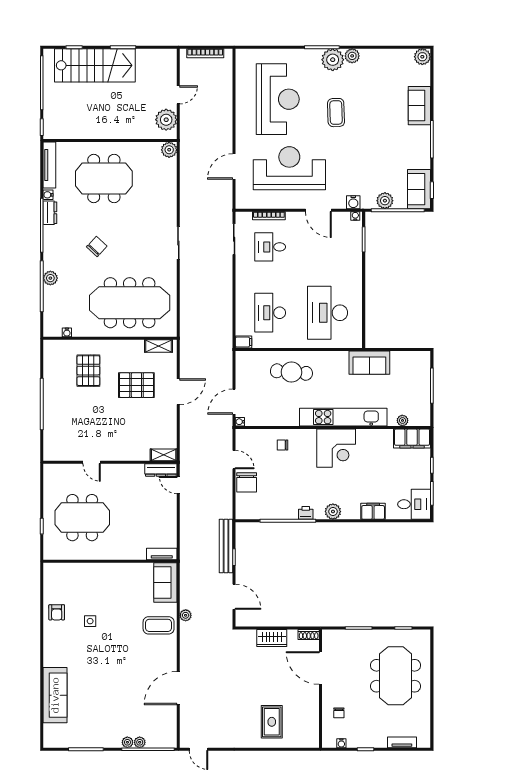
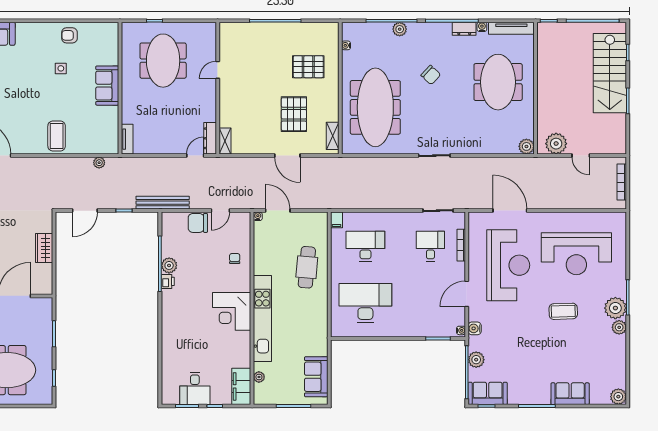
door: (234, 166) -> (510, 211), width x1.36
sofa: (369, 363) -> (316, 377), moved
desk: (414, 504) -> (195, 388), moved
filing cabinet: (373, 511) -> (169, 348), removed
plant: (333, 512) -> (169, 265), moved
bench: (226, 546) -> (163, 203), moved
sofa: (165, 583) -> (107, 86), moved, turned -90
plant: (186, 615) -> (99, 163), moved
shoe rack: (309, 635) -> (48, 284), removed

